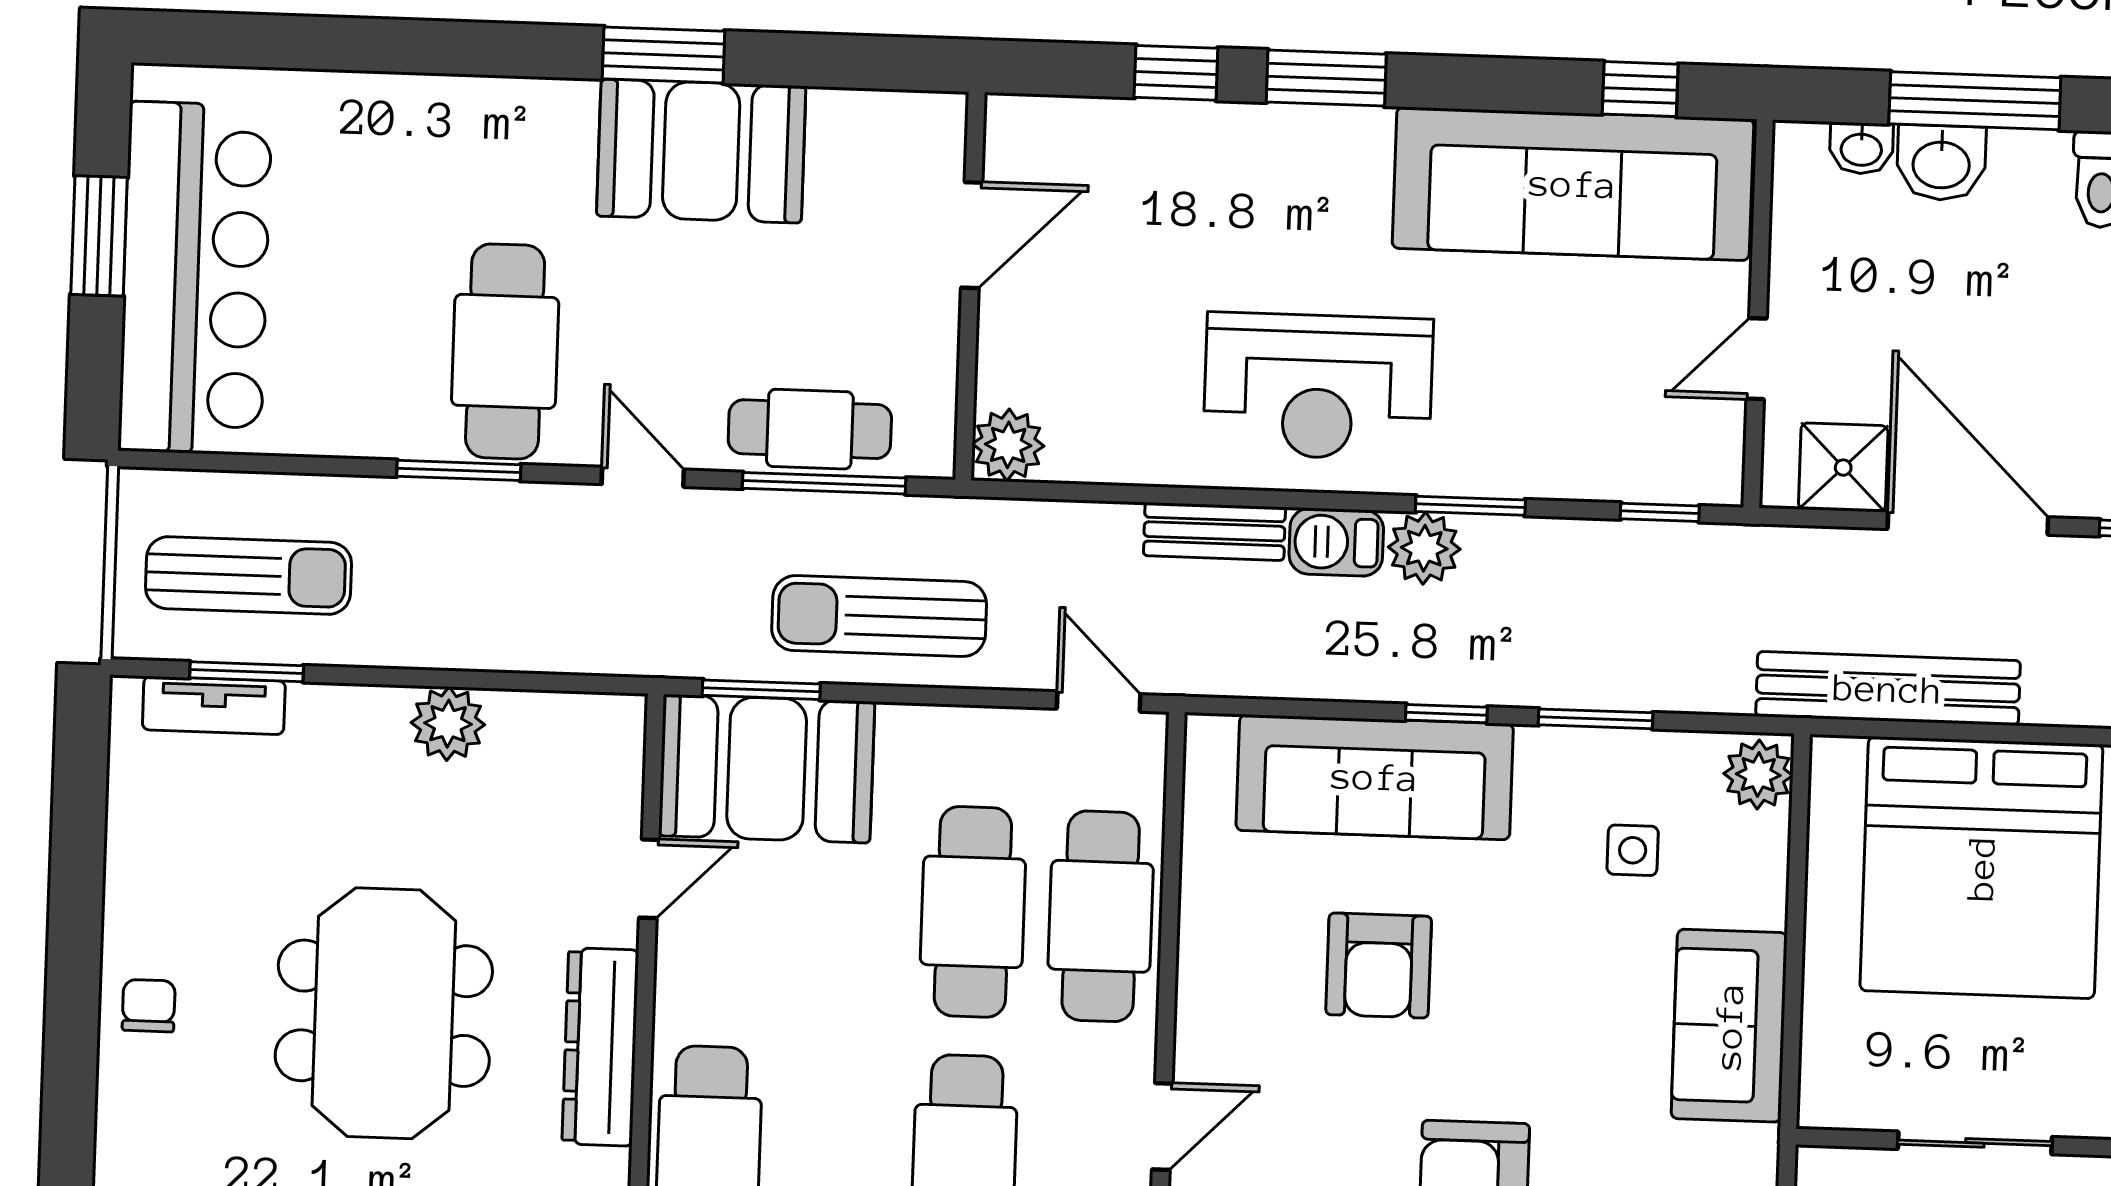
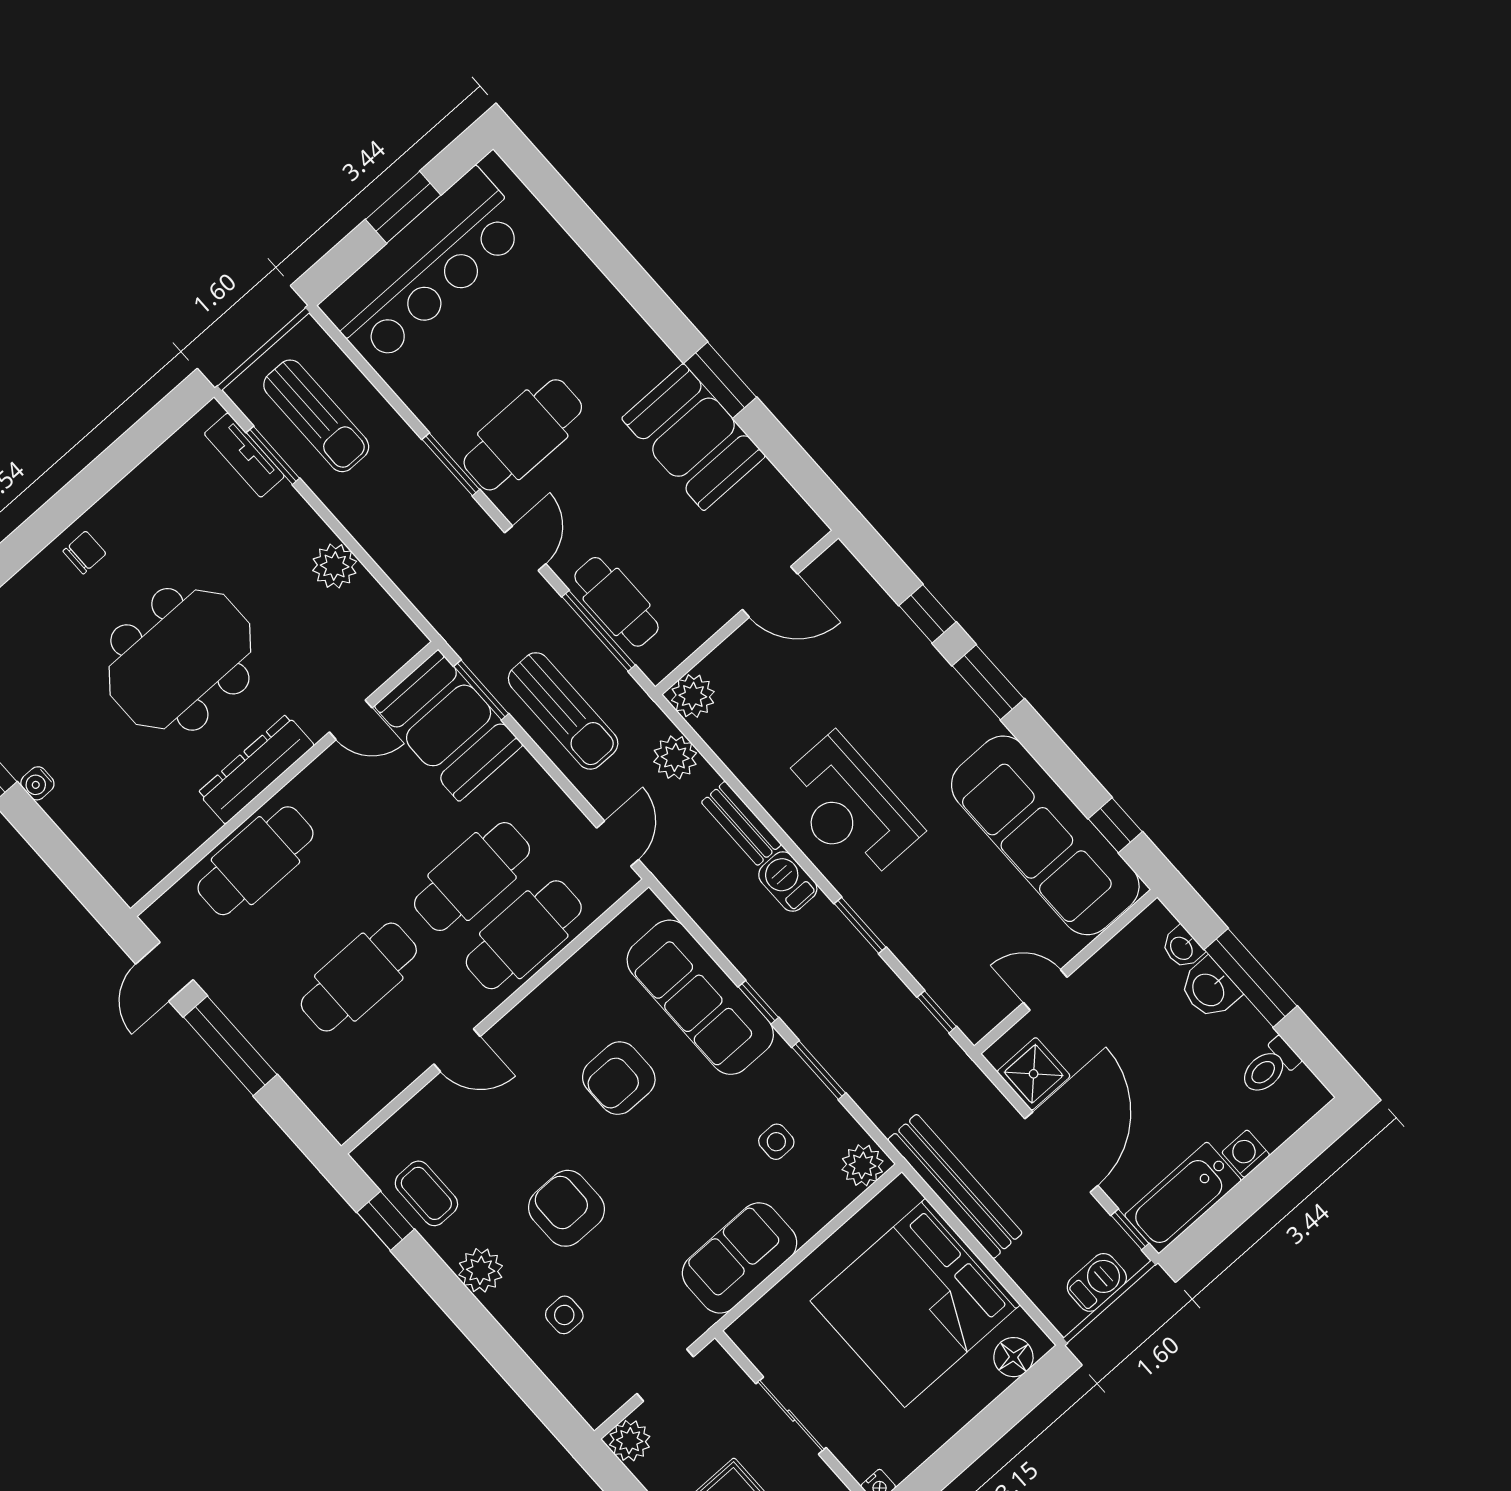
plant: (1424, 548) -> (675, 757), moved
sun lounger: (879, 616) -> (563, 711), turned 180

